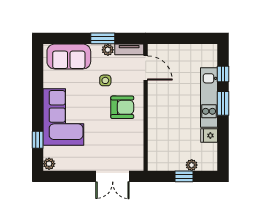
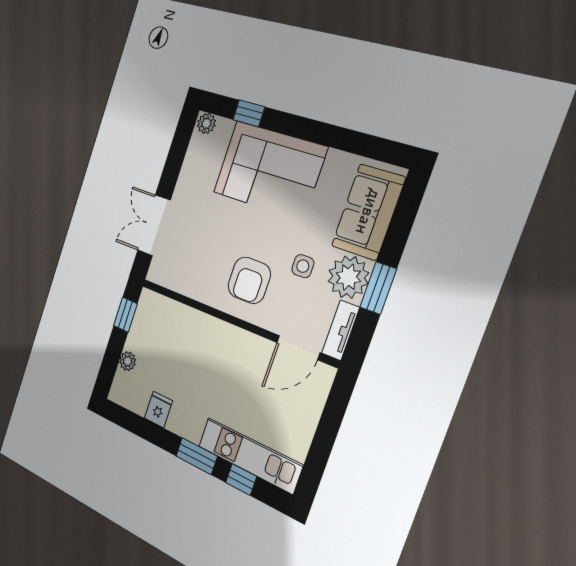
plant: (108, 50) -> (348, 277), width x1.87, depth x1.87
kitchen unit: (209, 97) -> (250, 455), moved
window: (184, 176) -> (125, 315), moved

